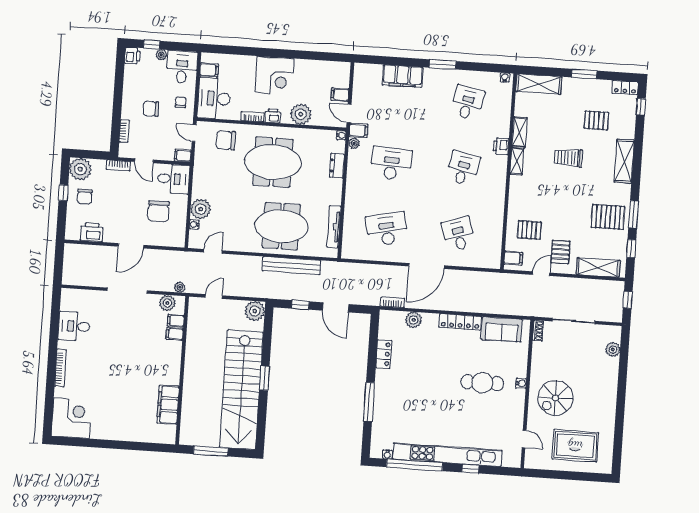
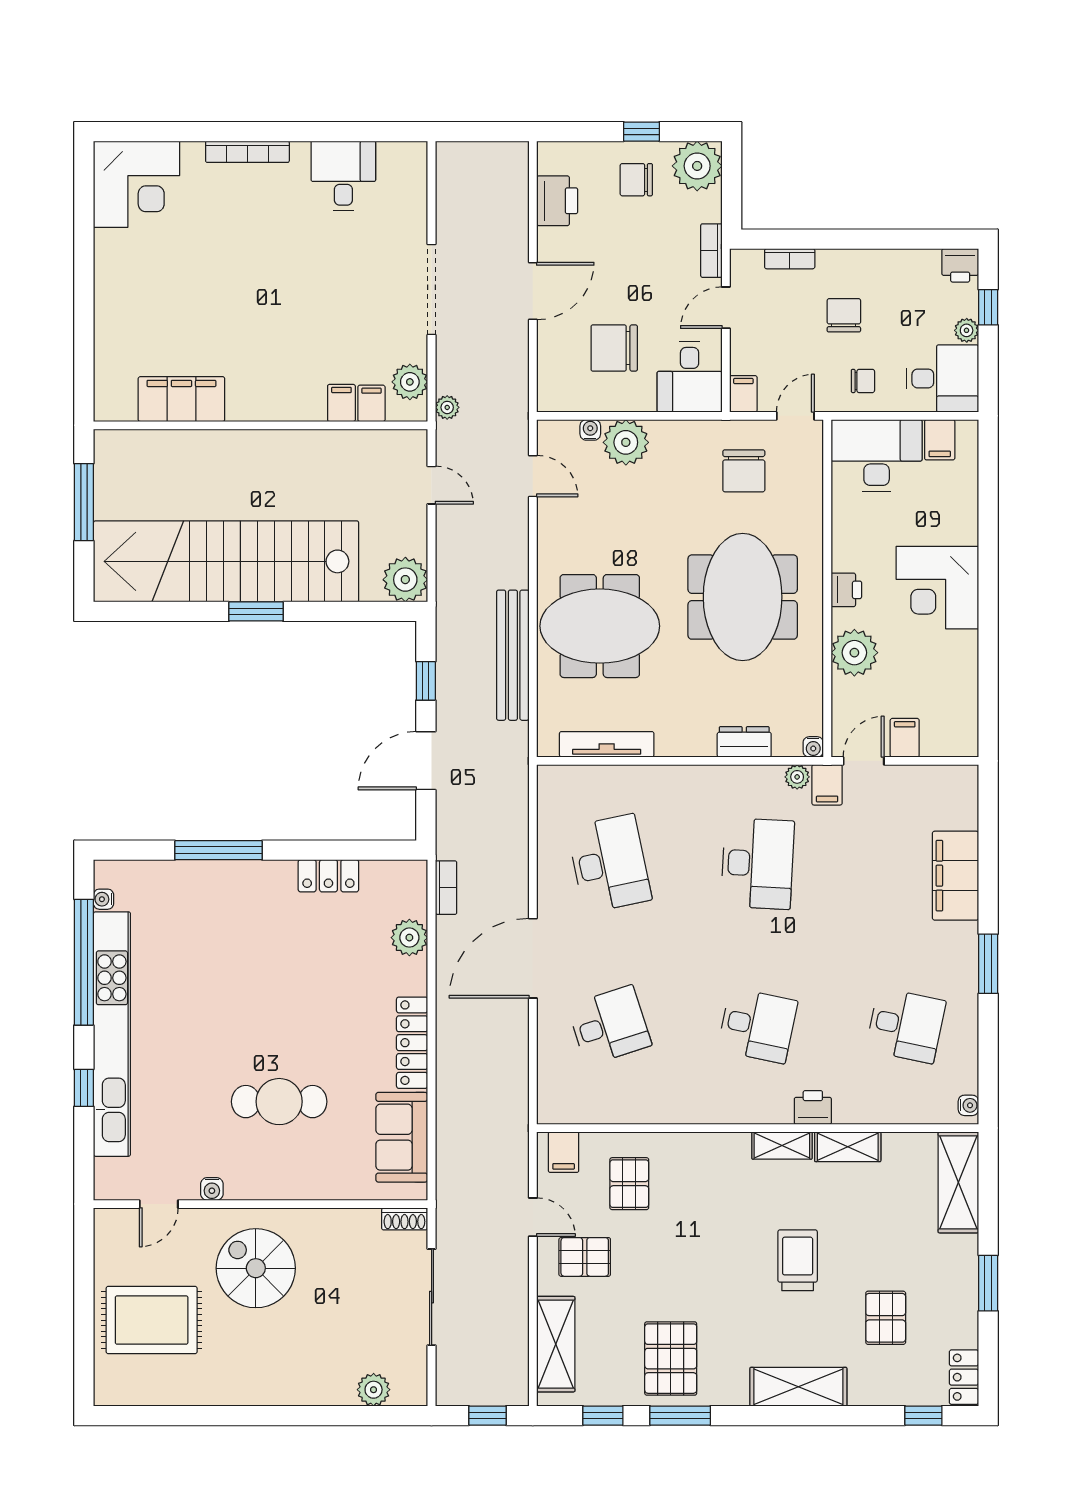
bookcase: (252, 117) -> (841, 545), removed
chair: (226, 140) -> (744, 471), moved, turned 180
meeting table: (281, 226) -> (600, 626), turned 90
door: (131, 246) -> (533, 291), swing flipped
door: (426, 266) -> (533, 958), hinge flipped
cafe table: (482, 383) -> (279, 1102), turned 90
water cooler: (521, 383) -> (212, 1189), moved
rug: (575, 446) -> (152, 1320), turned 90

